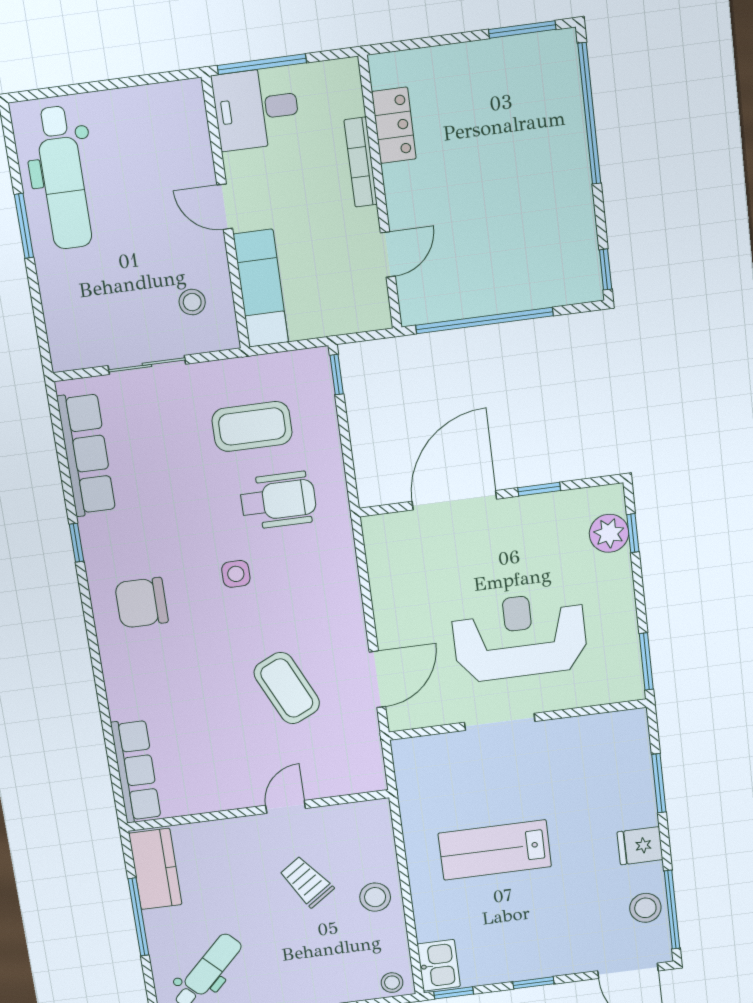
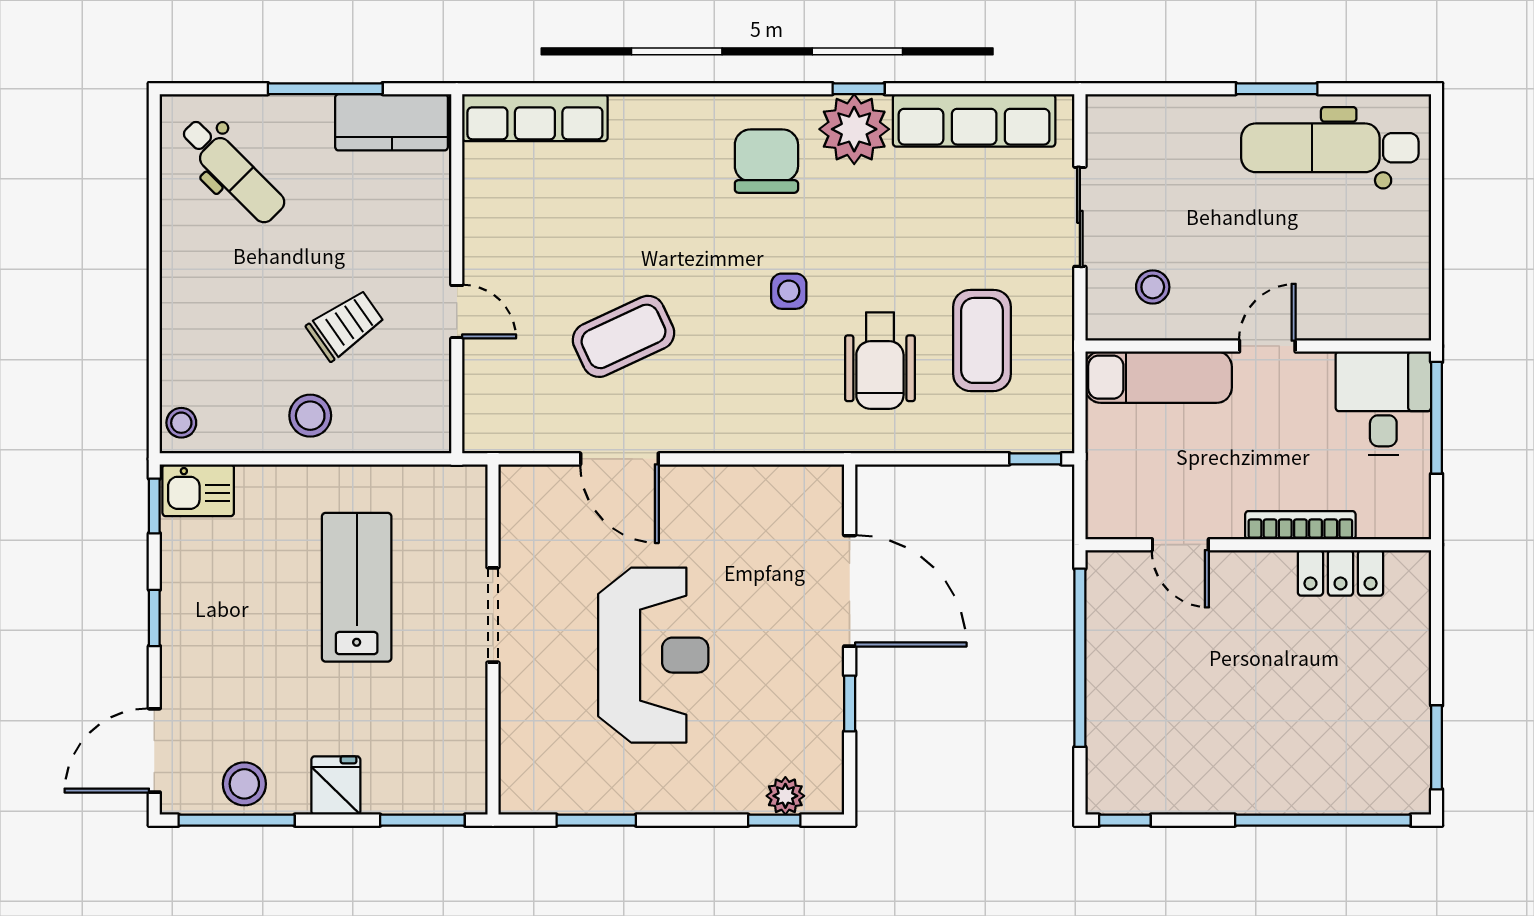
plant: (609, 533) -> (785, 796), width x0.73, depth x0.73
plant: (107, 542) -> (854, 129), added
wall: (518, 720) -> (493, 640), moved
doorway: (500, 722) -> (493, 615), moved

